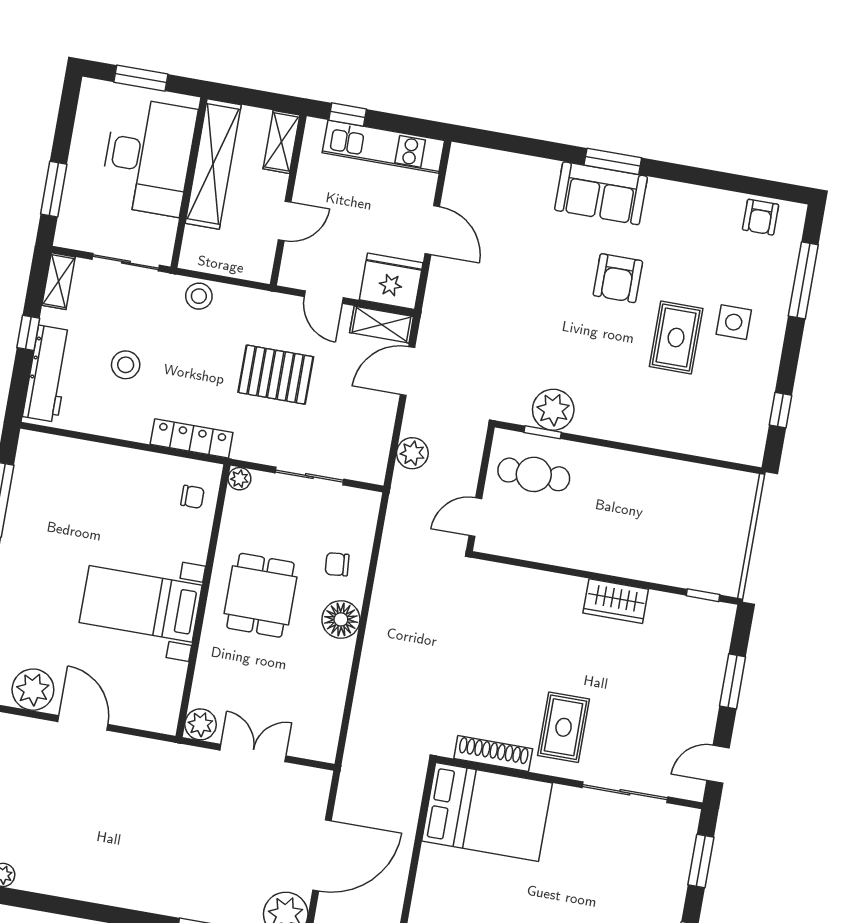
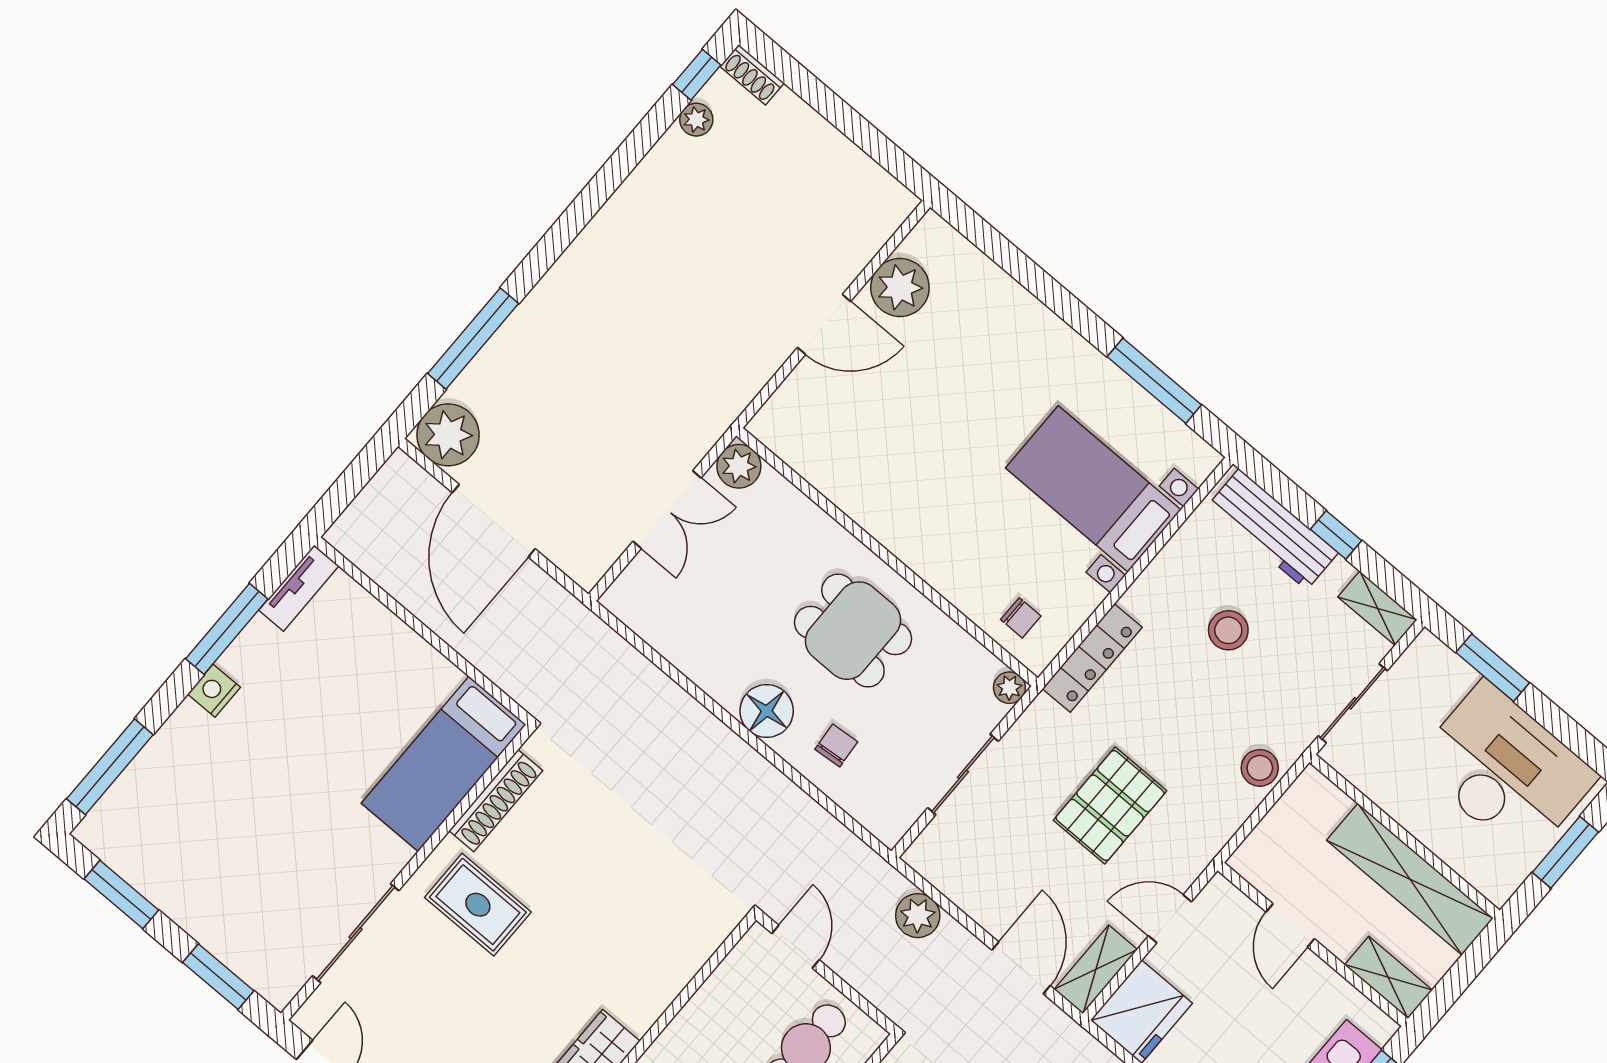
desk: (148, 157) -> (1505, 770), moved, turned 180
chair: (192, 497) -> (1021, 618), turned -90
bed with nightstands: (141, 604) -> (1093, 489), moved, turned -90
bed: (487, 812) -> (444, 764), width x0.67

